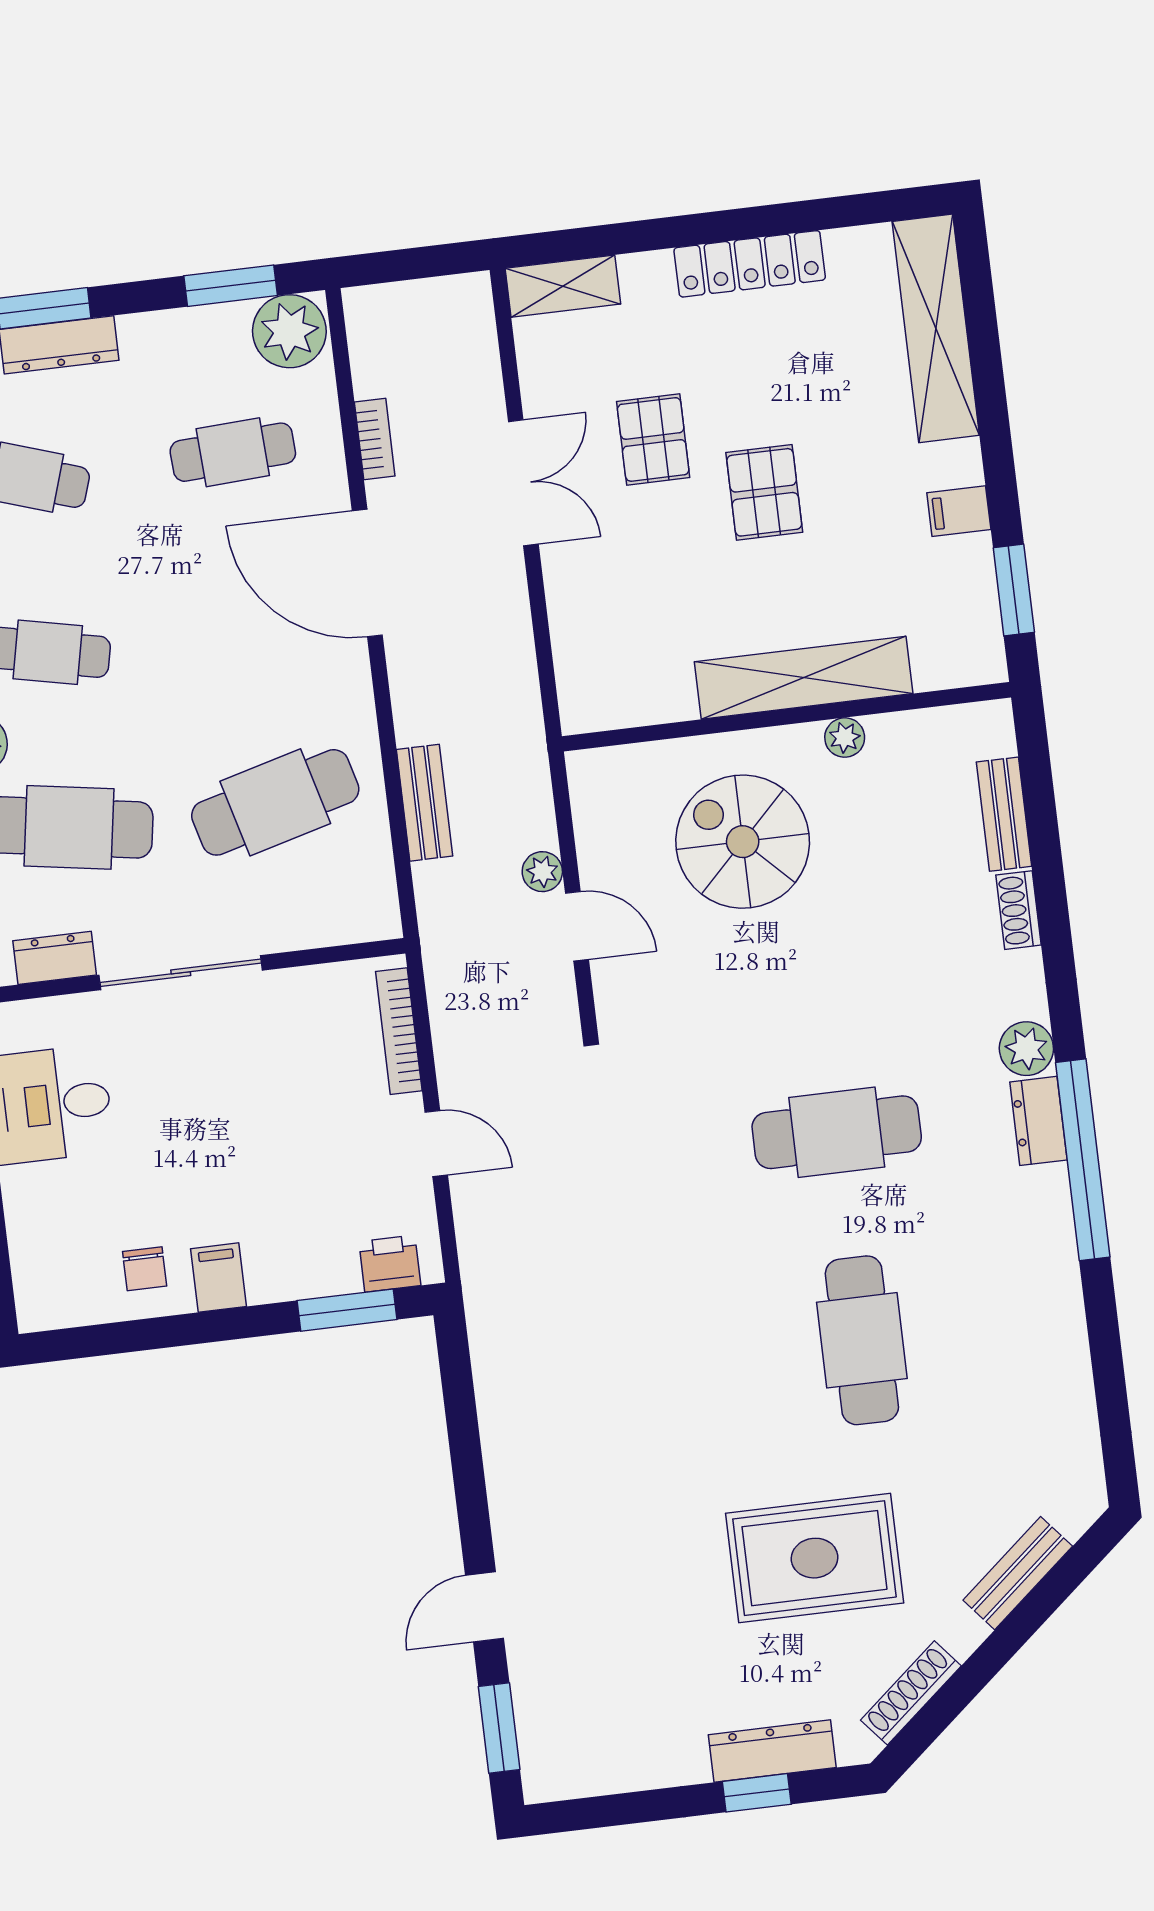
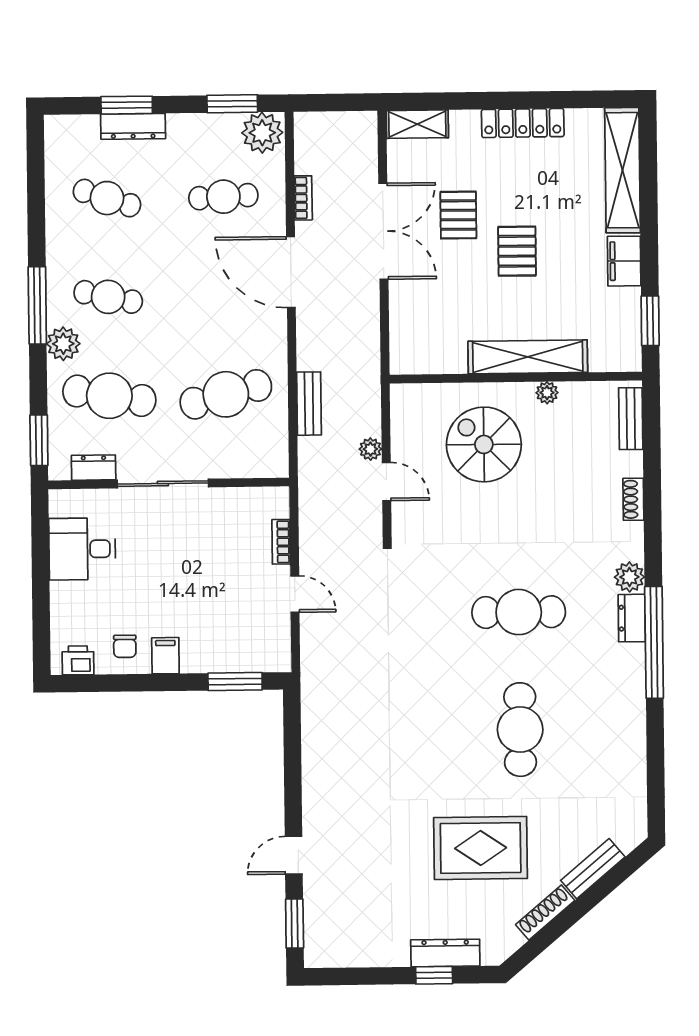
double door: (523, 483) -> (383, 231), width x1.37
filing cabinet: (959, 511) -> (624, 261), width x2.00
bench: (1004, 814) -> (631, 419), moved
bookcase: (399, 1031) -> (281, 542), width x0.64
printer: (390, 1263) -> (78, 660), moved
shoe rack: (911, 1693) -> (545, 912), moved

